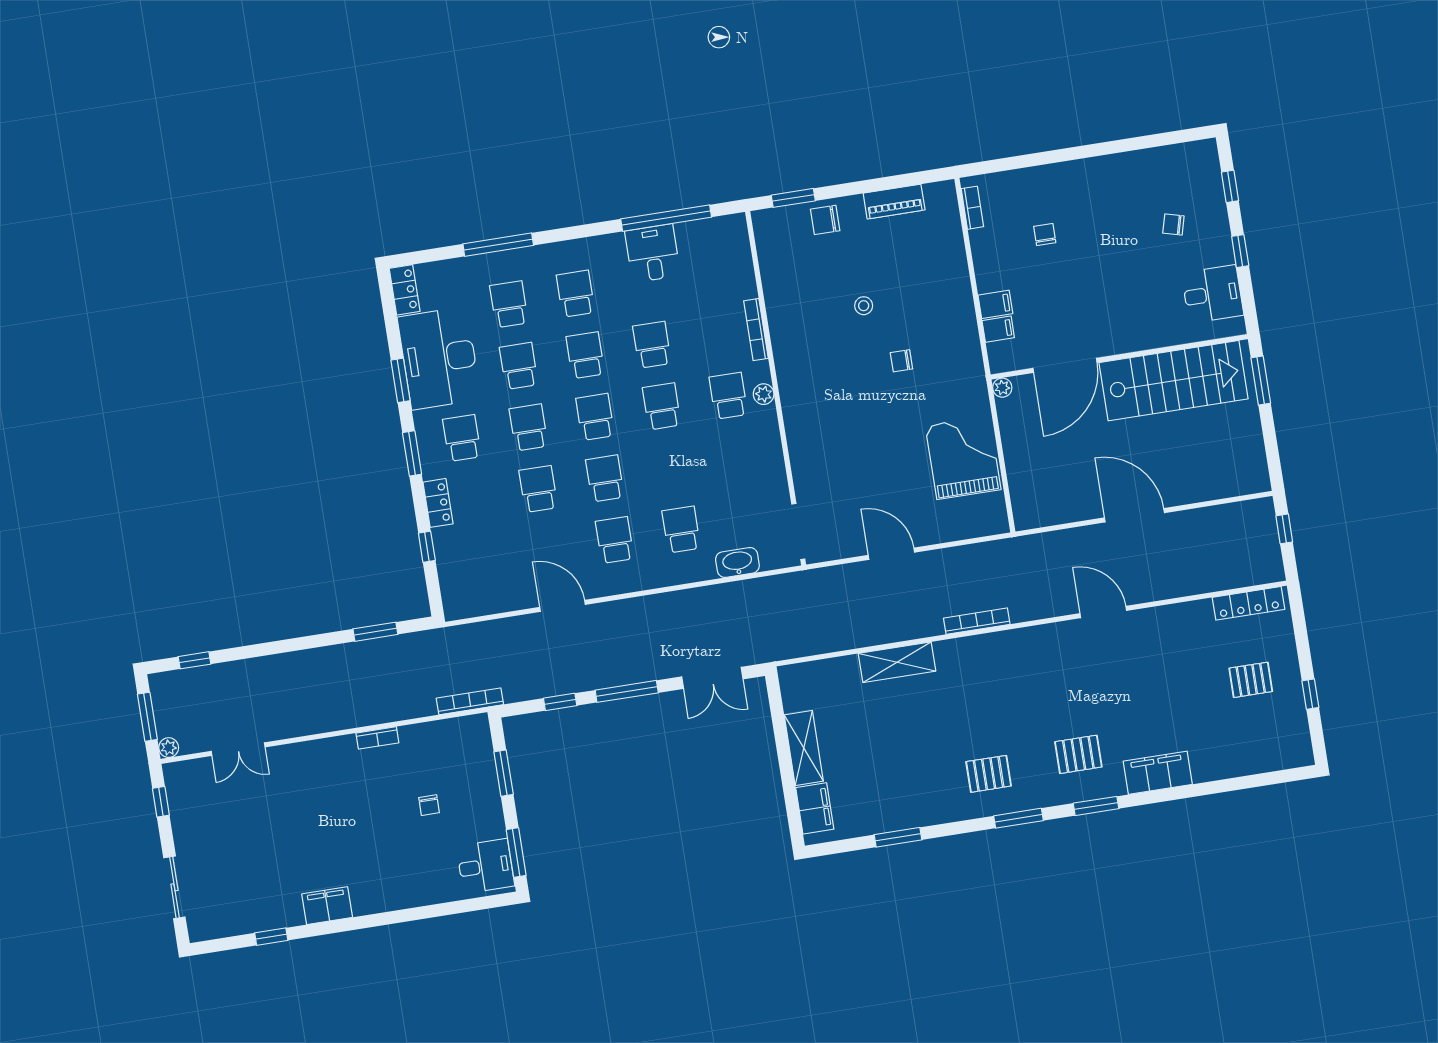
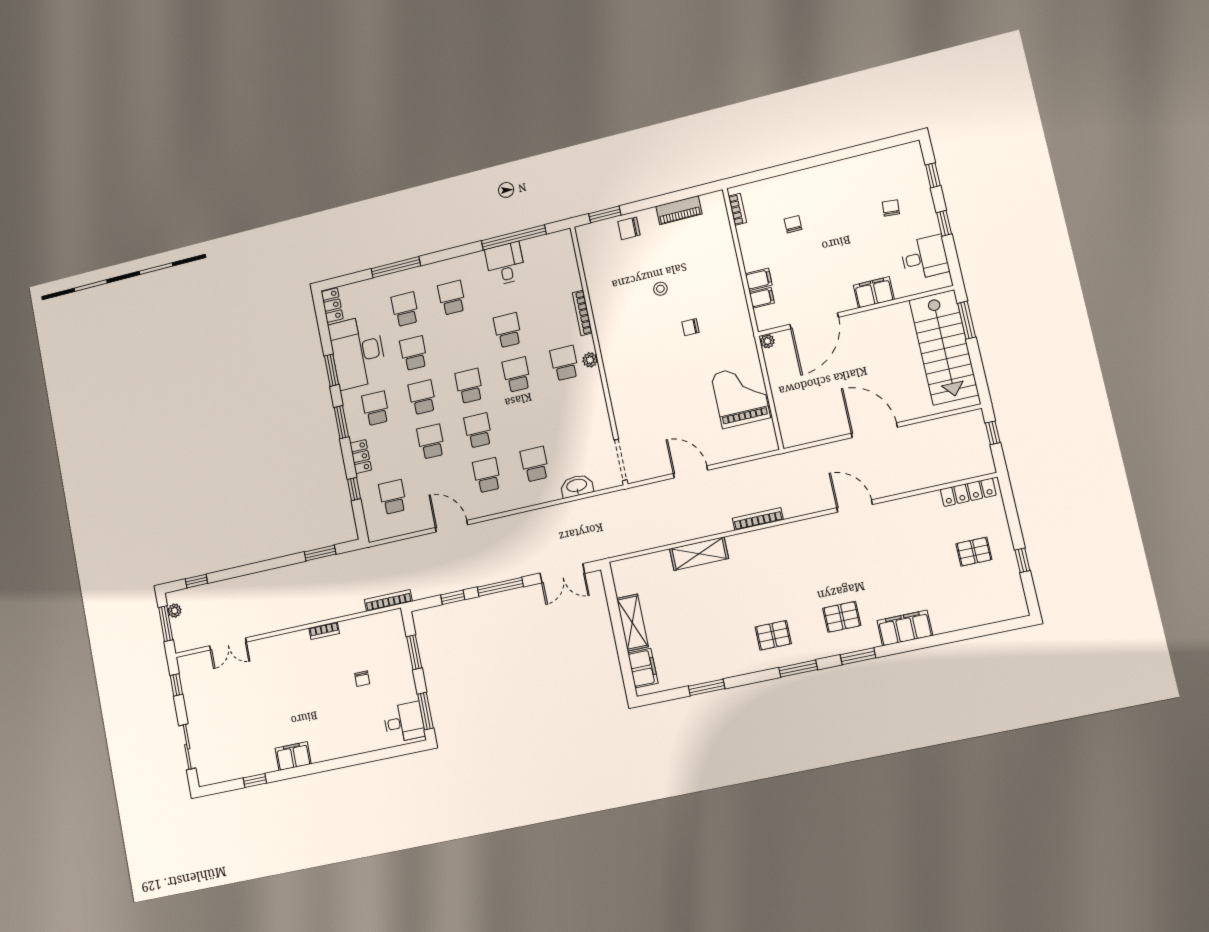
chair: (1173, 225) -> (891, 208), turned 80
filing cabinet: (1145, 334) -> (874, 292), added
school desk: (585, 355) -> (393, 497), moved
stairs: (1174, 381) -> (944, 347), moved, turned 90
plant: (169, 748) -> (175, 611), moved

